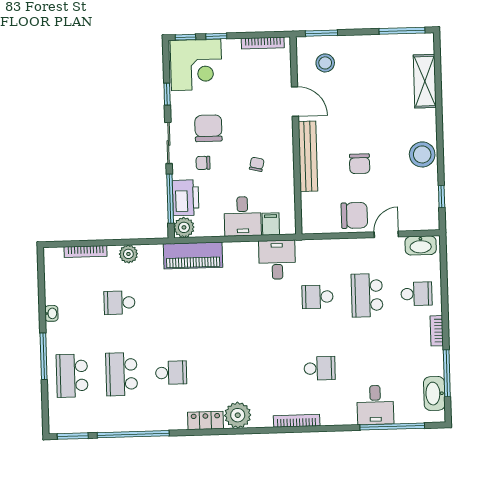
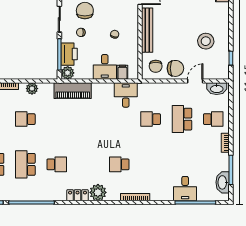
stool: (422, 154) -> (206, 41), moved
chair: (360, 164) -> (156, 66), moved
school desk: (320, 368) -> (119, 164), moved, turned 180

